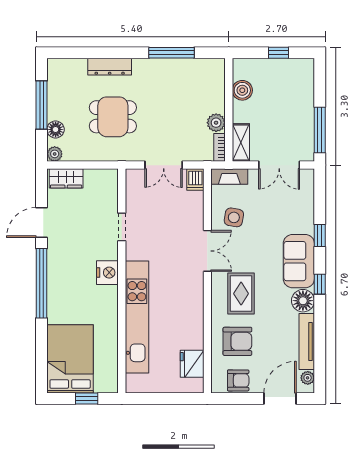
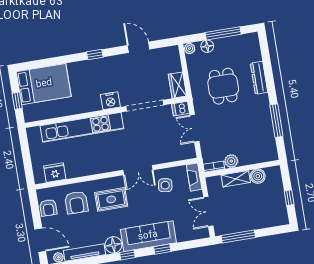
shelving: (241, 143) -> (236, 179), moved
wardrobe: (66, 178) -> (178, 85), moved
dishwasher: (195, 180) -> (181, 109), moved
doorway: (122, 227) -> (145, 106), width x1.87
sofa: (299, 261) -> (148, 236), width x1.36
window: (42, 283) -> (95, 55), width x0.32

